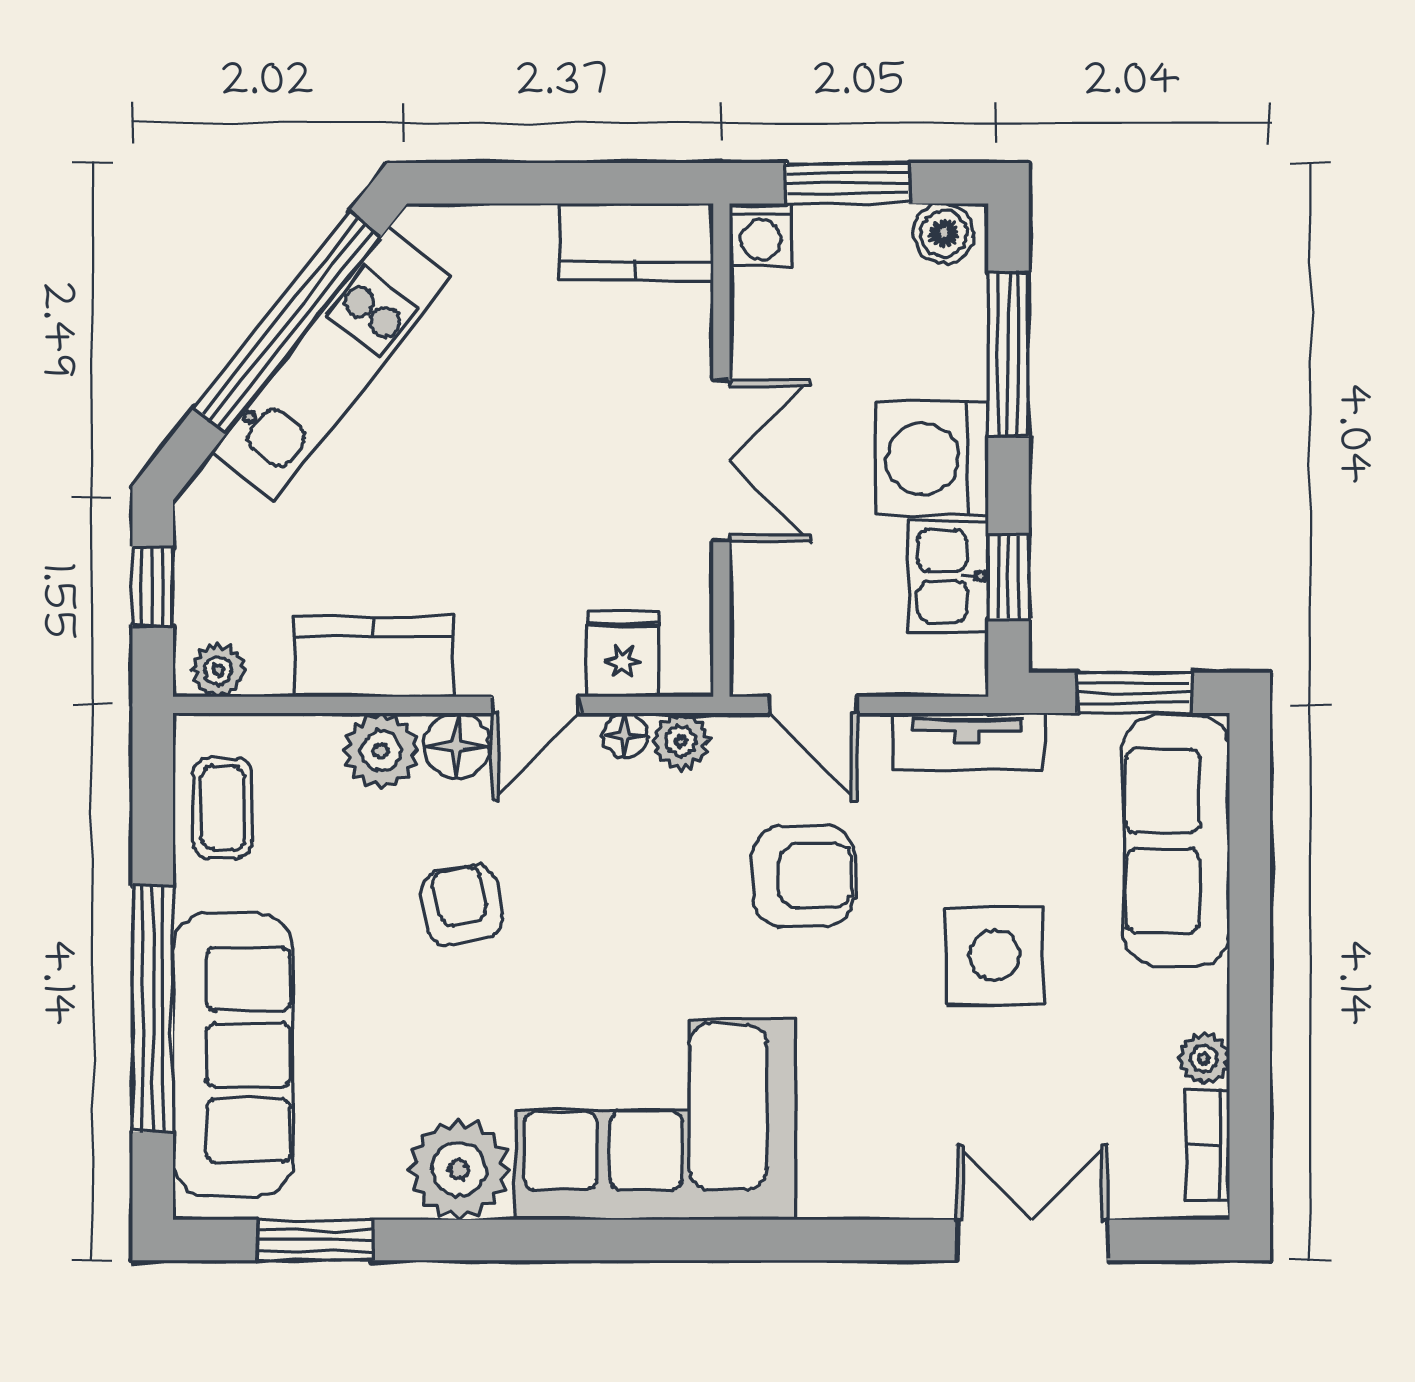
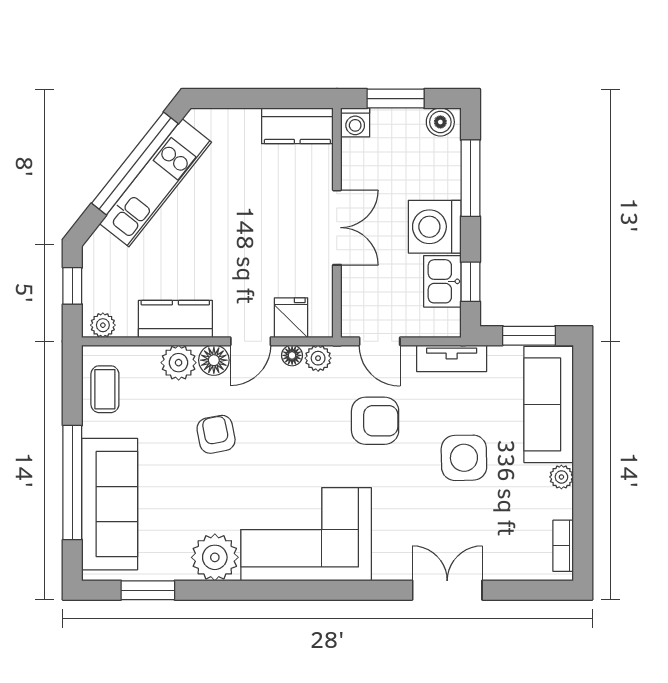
plant: (1204, 1058) -> (561, 477), moved
double door: (1032, 1240) -> (447, 590), moved

